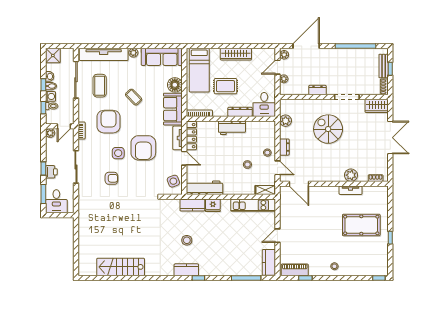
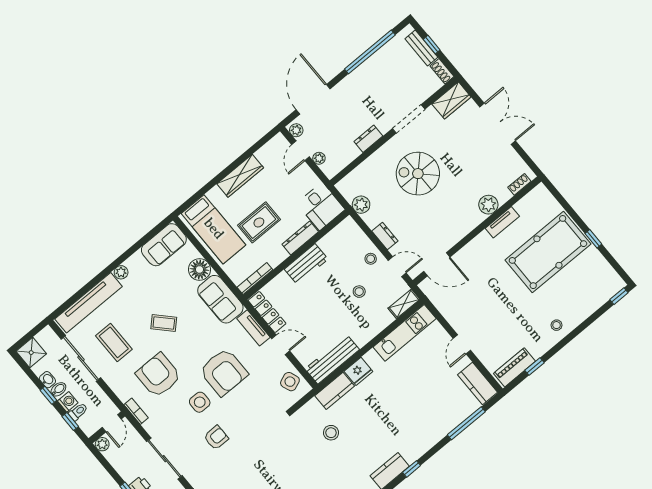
sofa: (162, 57) -> (164, 245), width x0.73
pool table: (361, 225) -> (548, 252), width x1.36, depth x1.32
stool: (187, 240) -> (331, 433), moved

